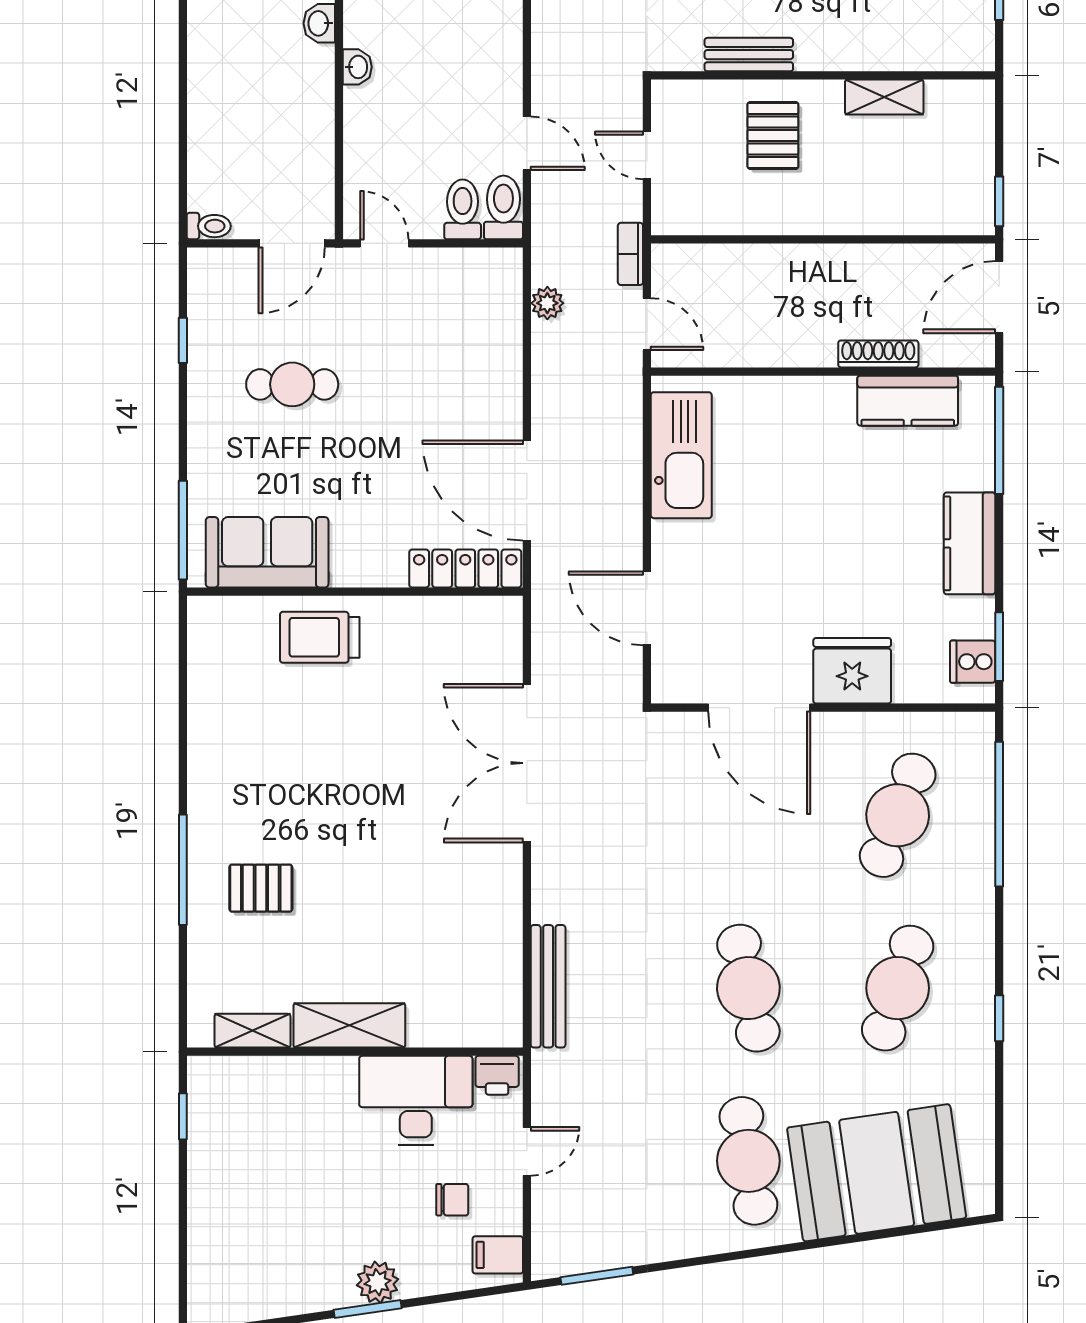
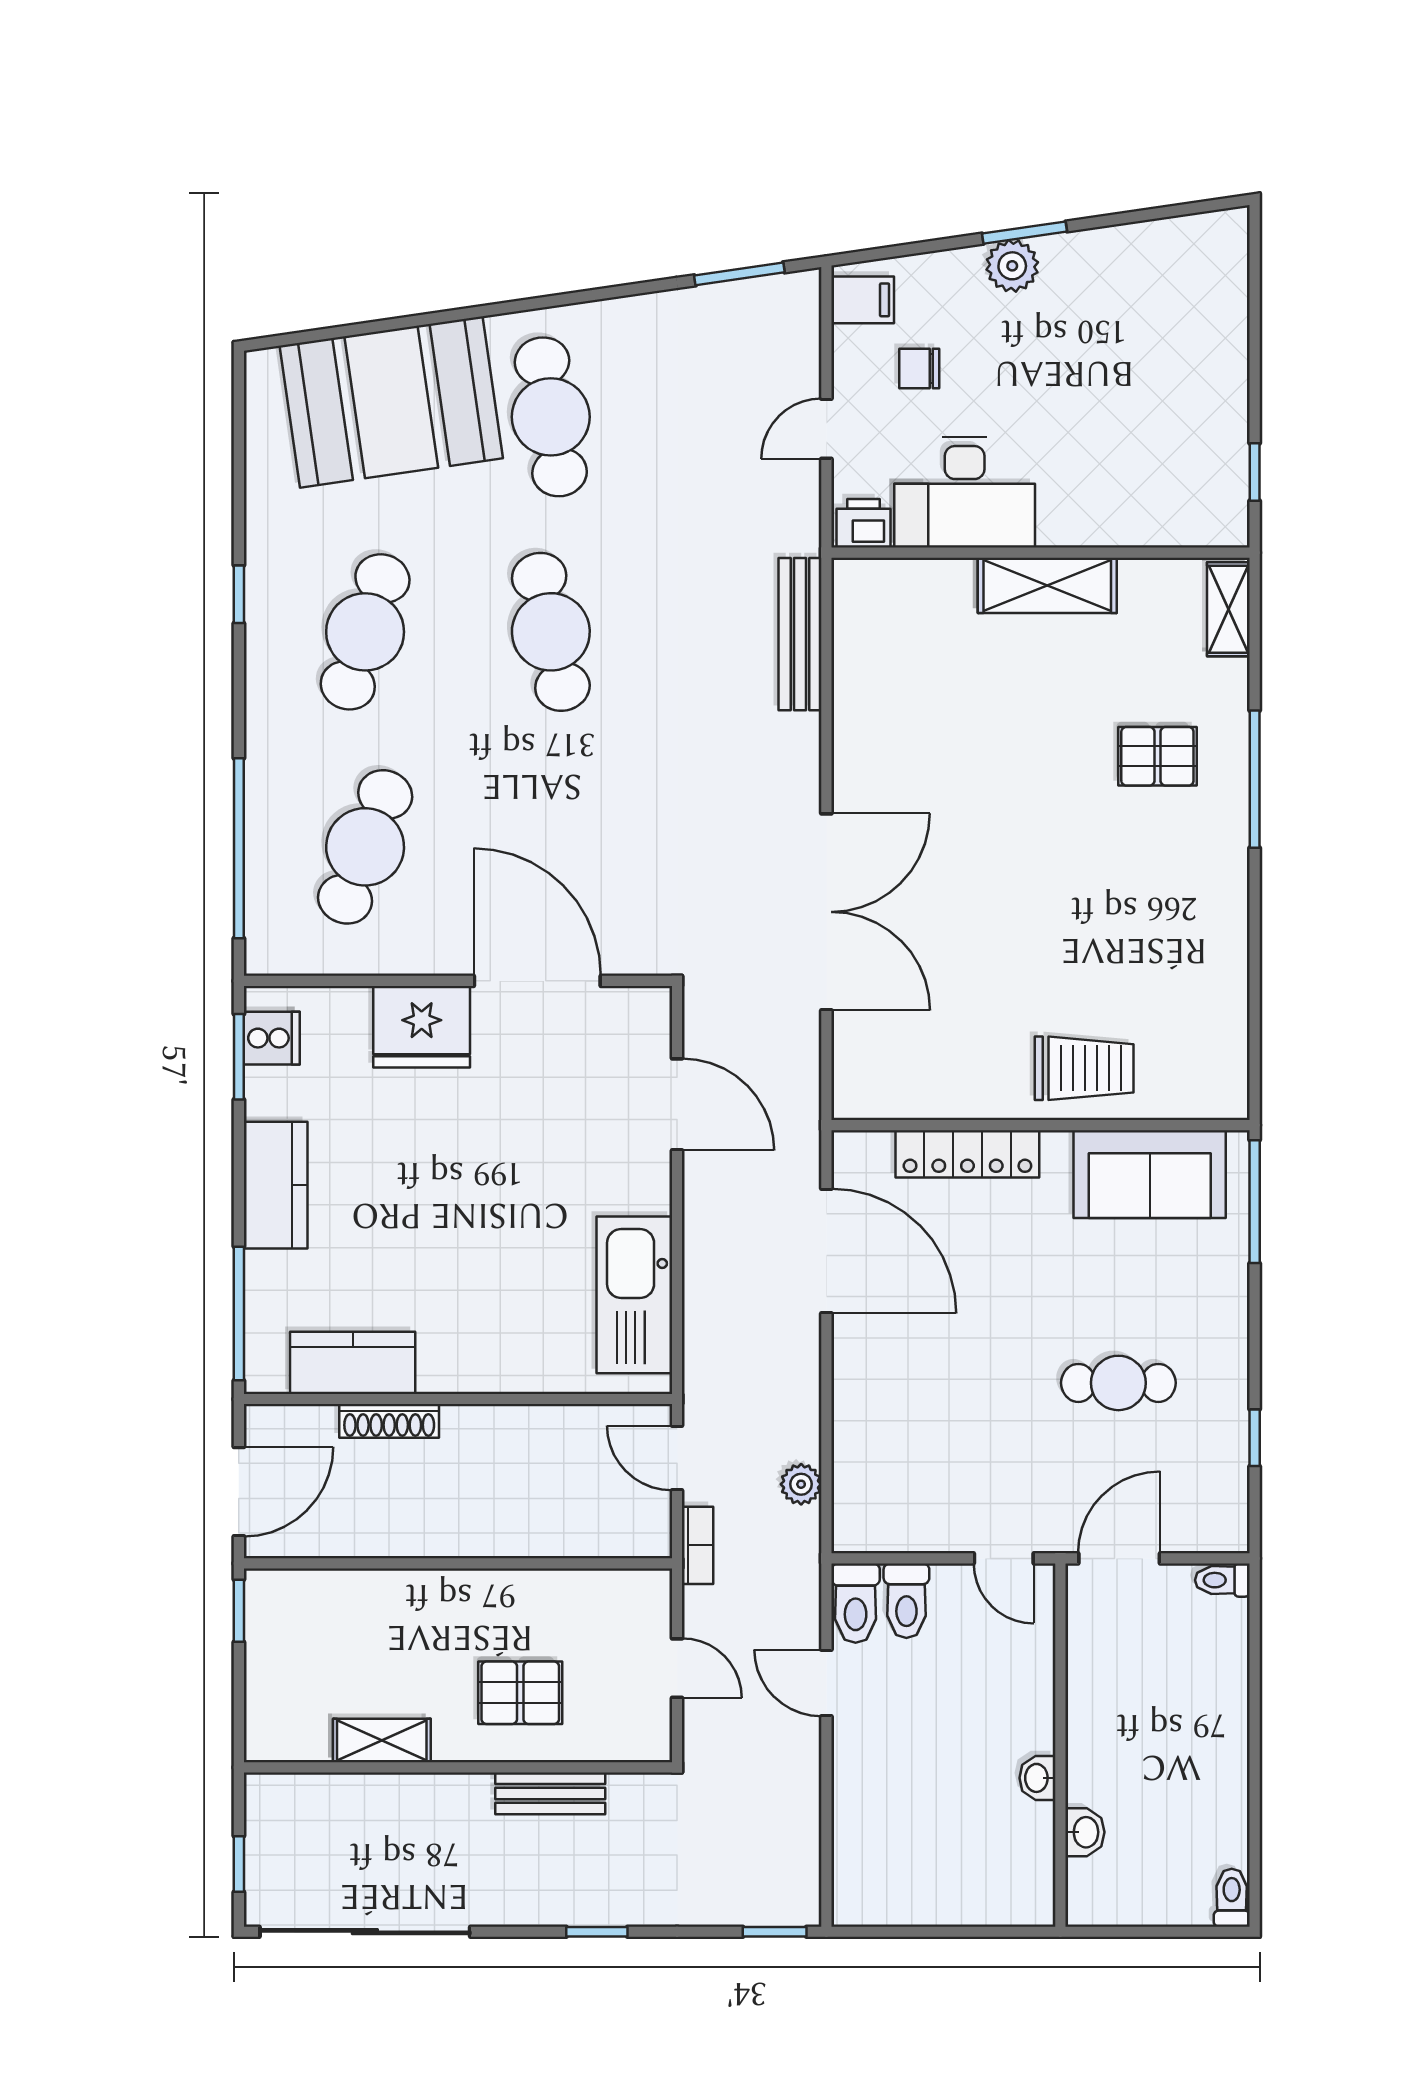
pallet: (773, 135) -> (520, 1693), turned 90
locker: (465, 569) -> (967, 1154), moved
shelving: (253, 1031) -> (1228, 609), moved, turned 90

